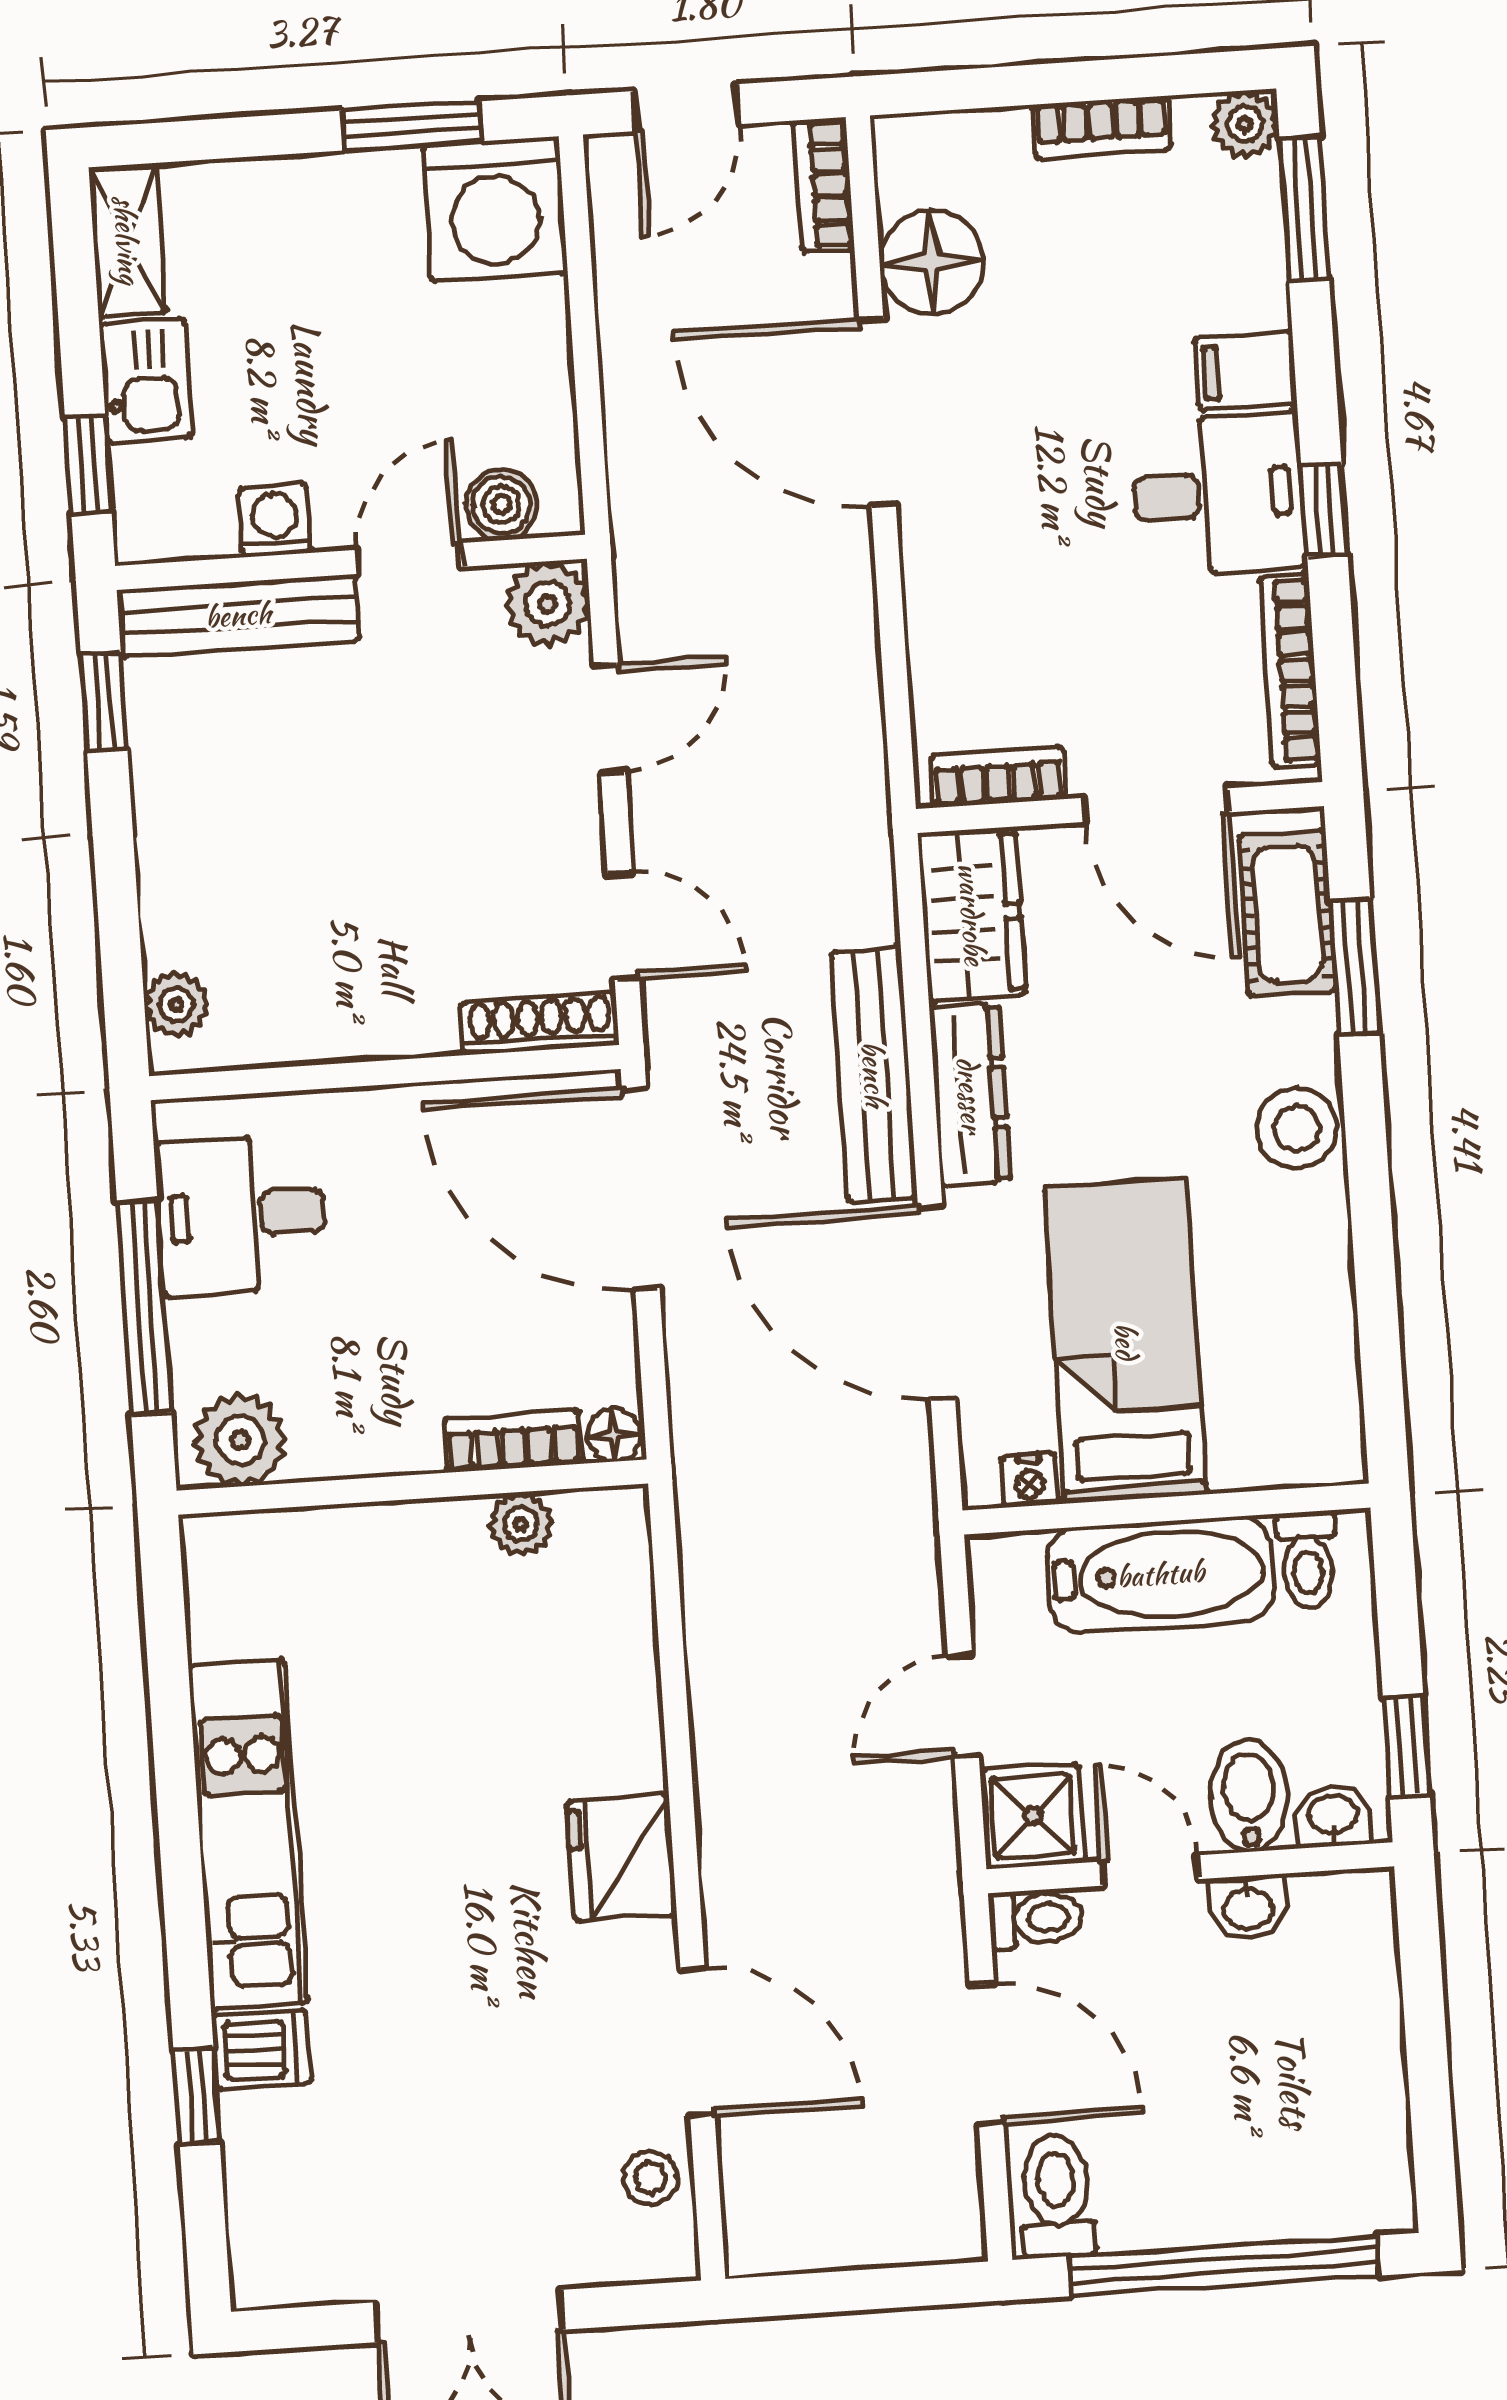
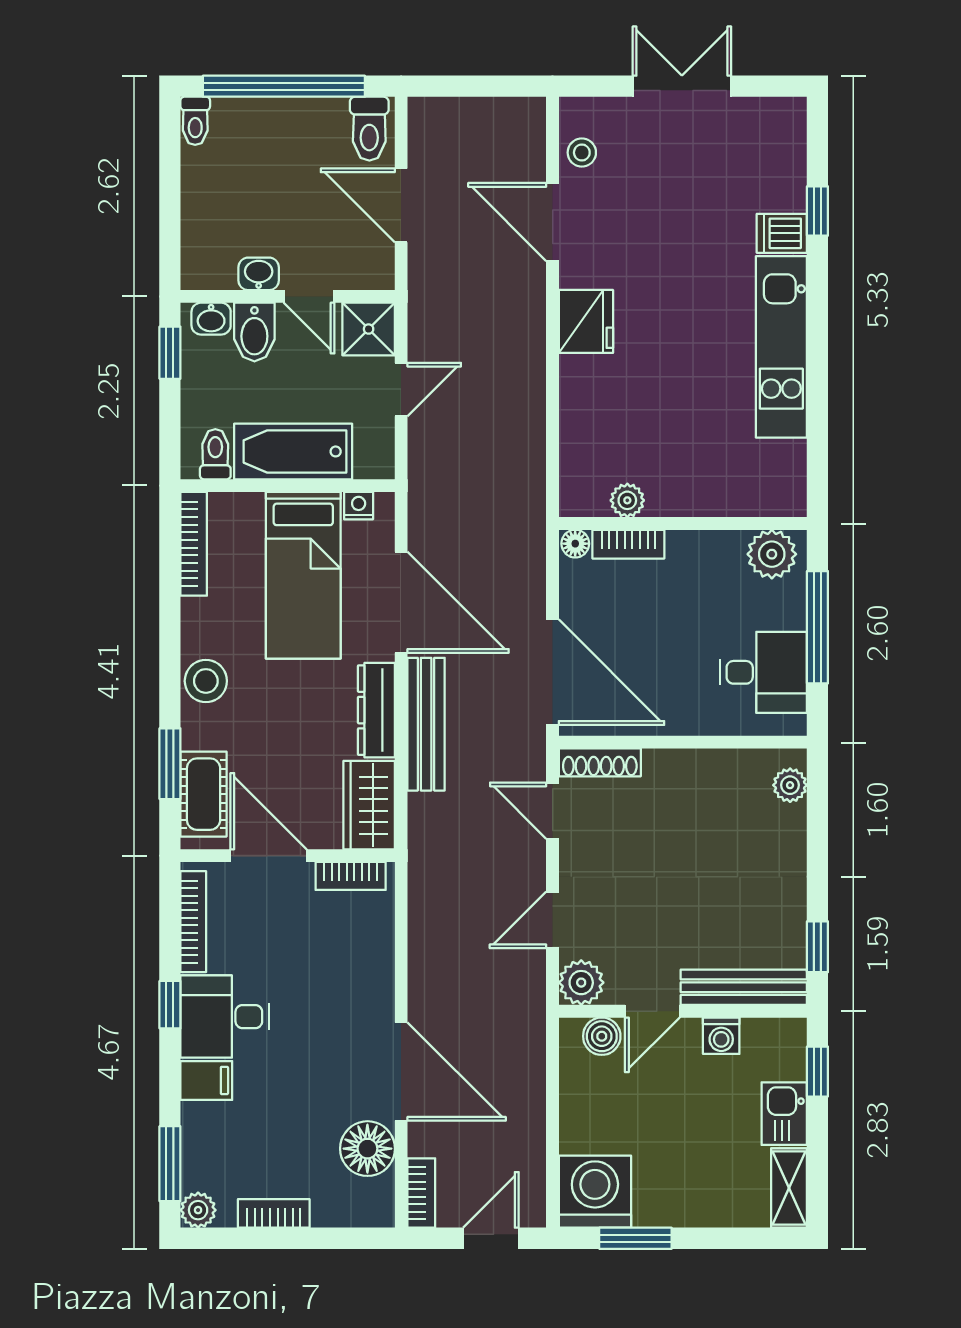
bookcase: (1337, 1387) -> (194, 544), added
toilet: (1035, 1918) -> (195, 121), moved, turned -90

